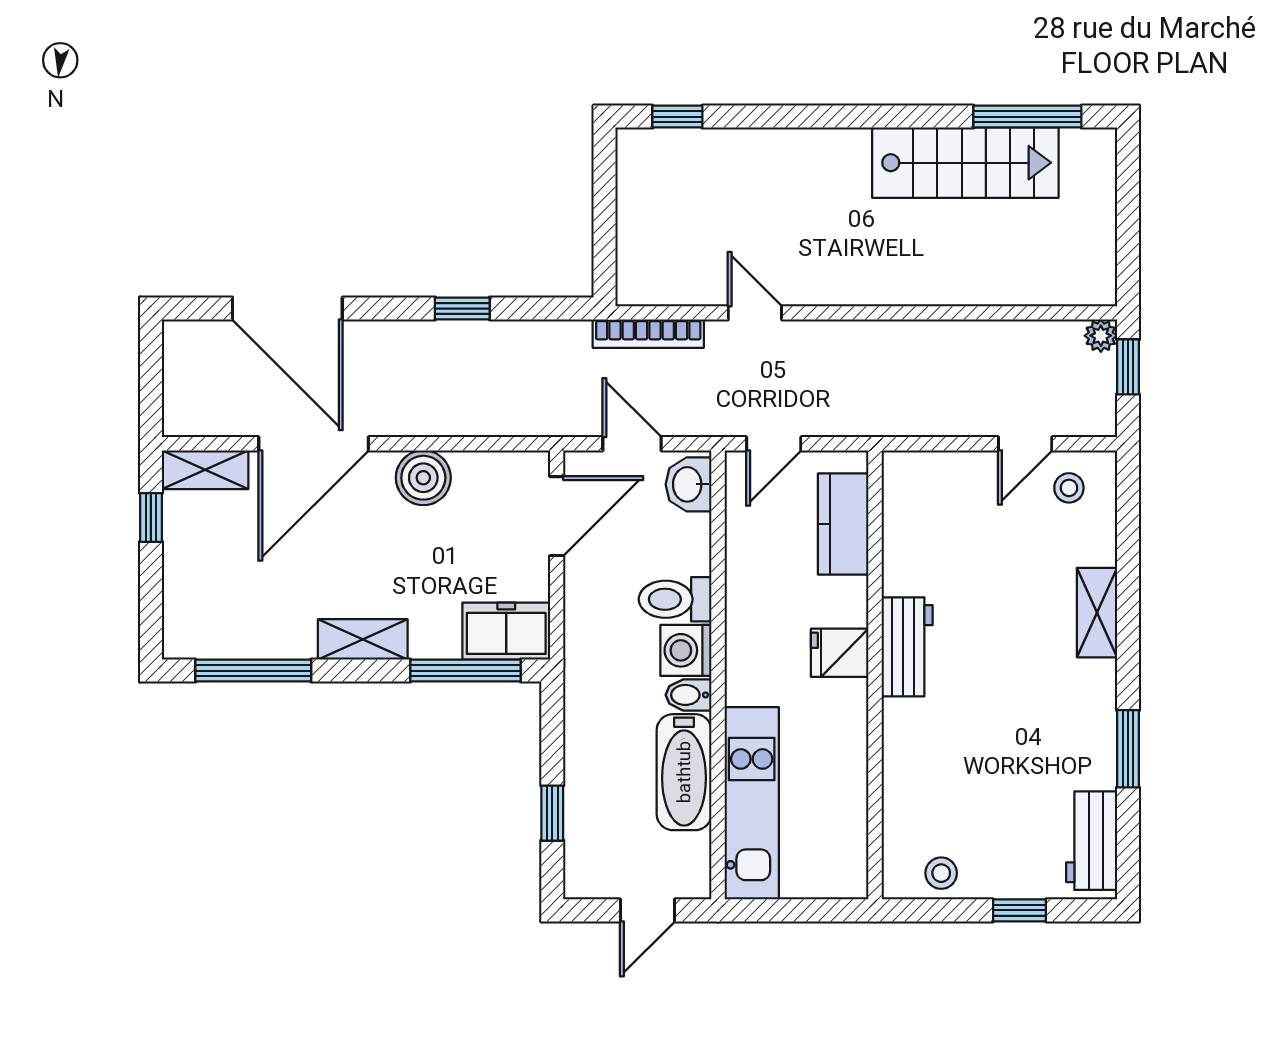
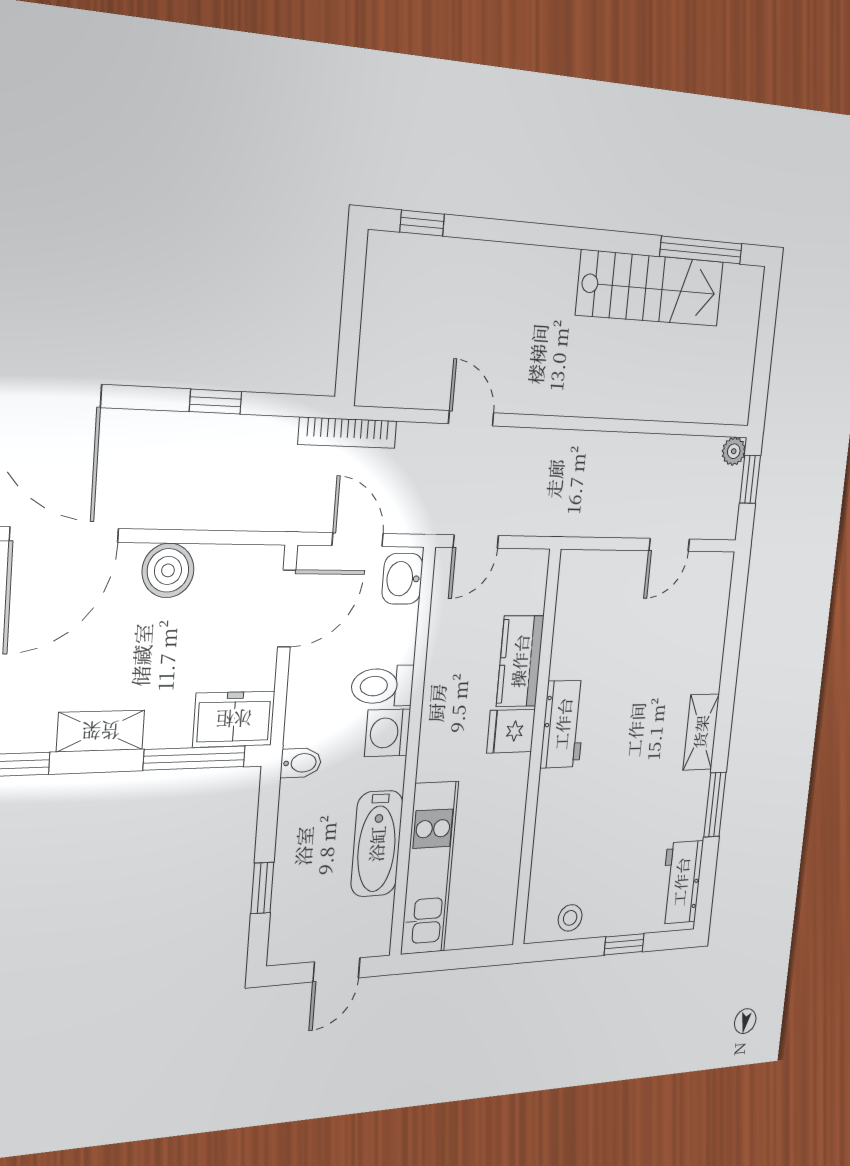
bookcase: (648, 334) -> (348, 433), moved
stool: (1069, 488) -> (697, 584), removed
kitchen counter: (843, 524) -> (520, 661), moved
shelving: (1097, 613) -> (701, 732), moved
bidet: (689, 695) -> (301, 763), moved, turned 180

